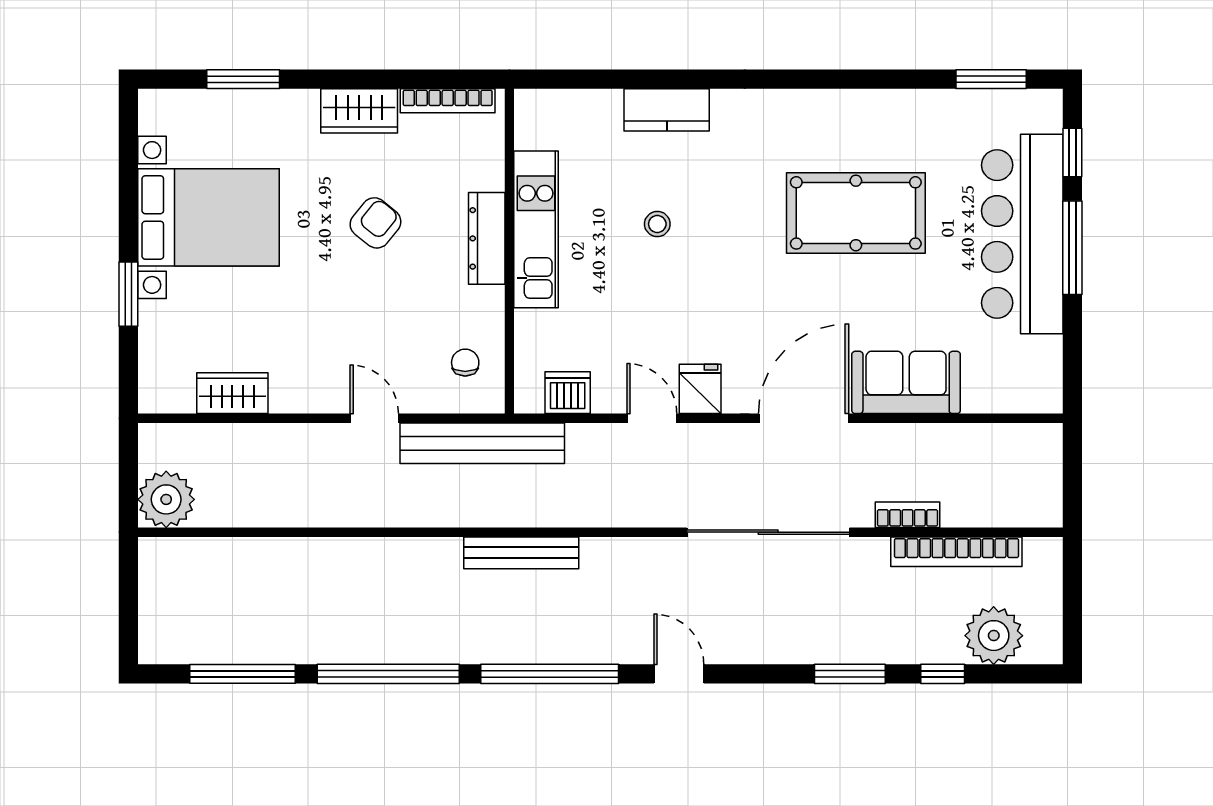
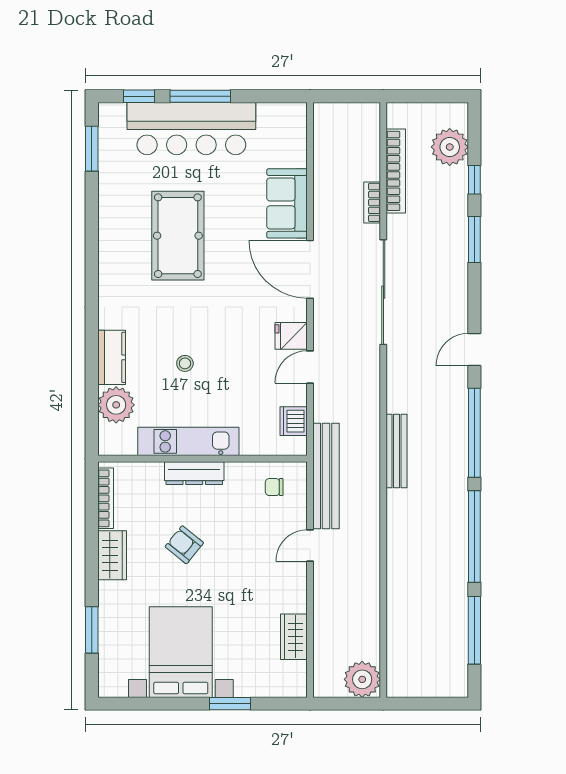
plant: (593, 117) -> (116, 405), added

